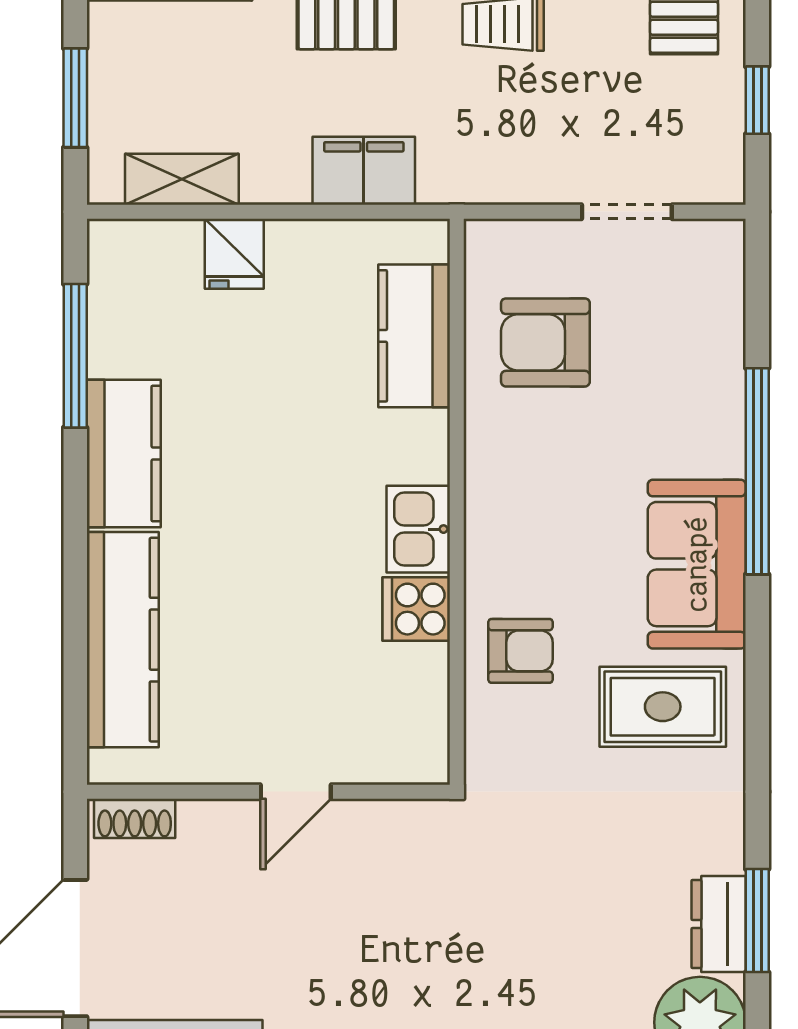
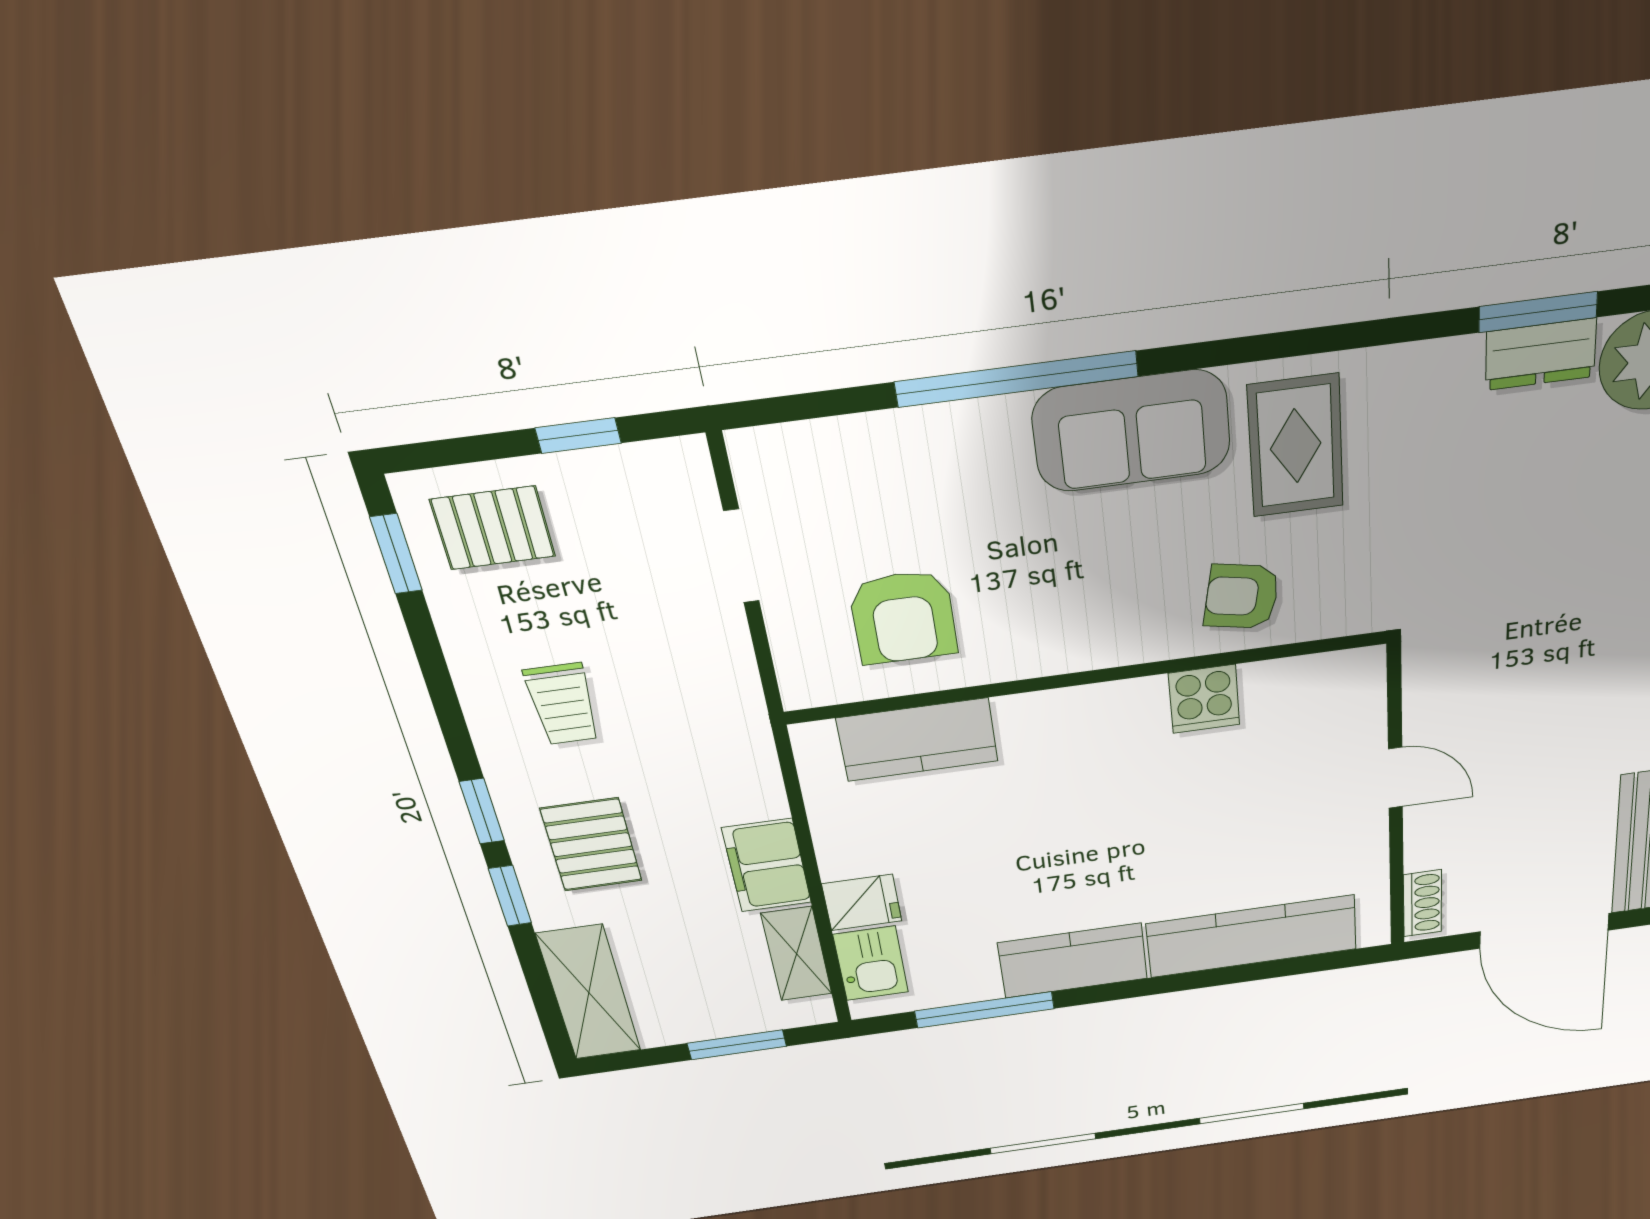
filing cabinet: (364, 171) -> (767, 865), moved
kitchen sink: (418, 529) -> (871, 963), moved, turned -90
armchair: (521, 651) -> (1242, 596), turned -79

